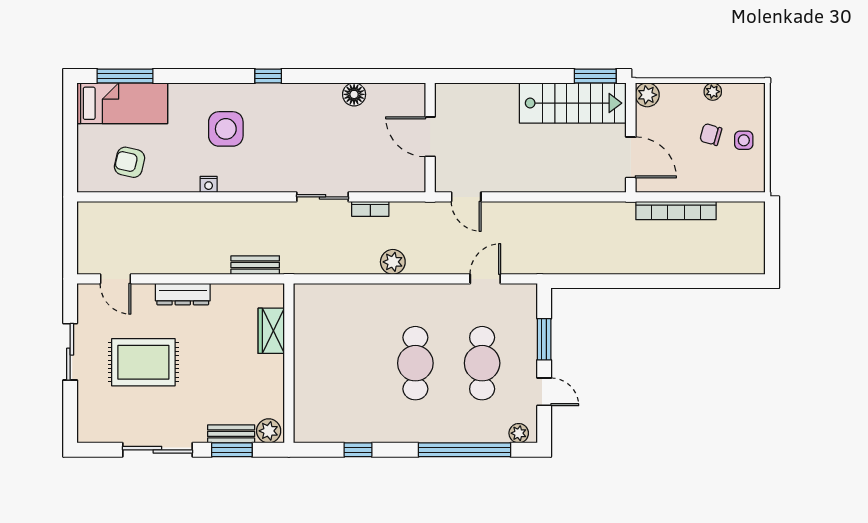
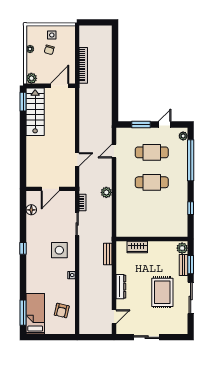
side table: (226, 129) -> (59, 250), moved
door: (430, 137) -> (50, 189), moved
wall: (430, 138) -> (51, 189), moved
door: (485, 279) -> (114, 151), hinge flipped
rug: (143, 362) -> (162, 292), moved

